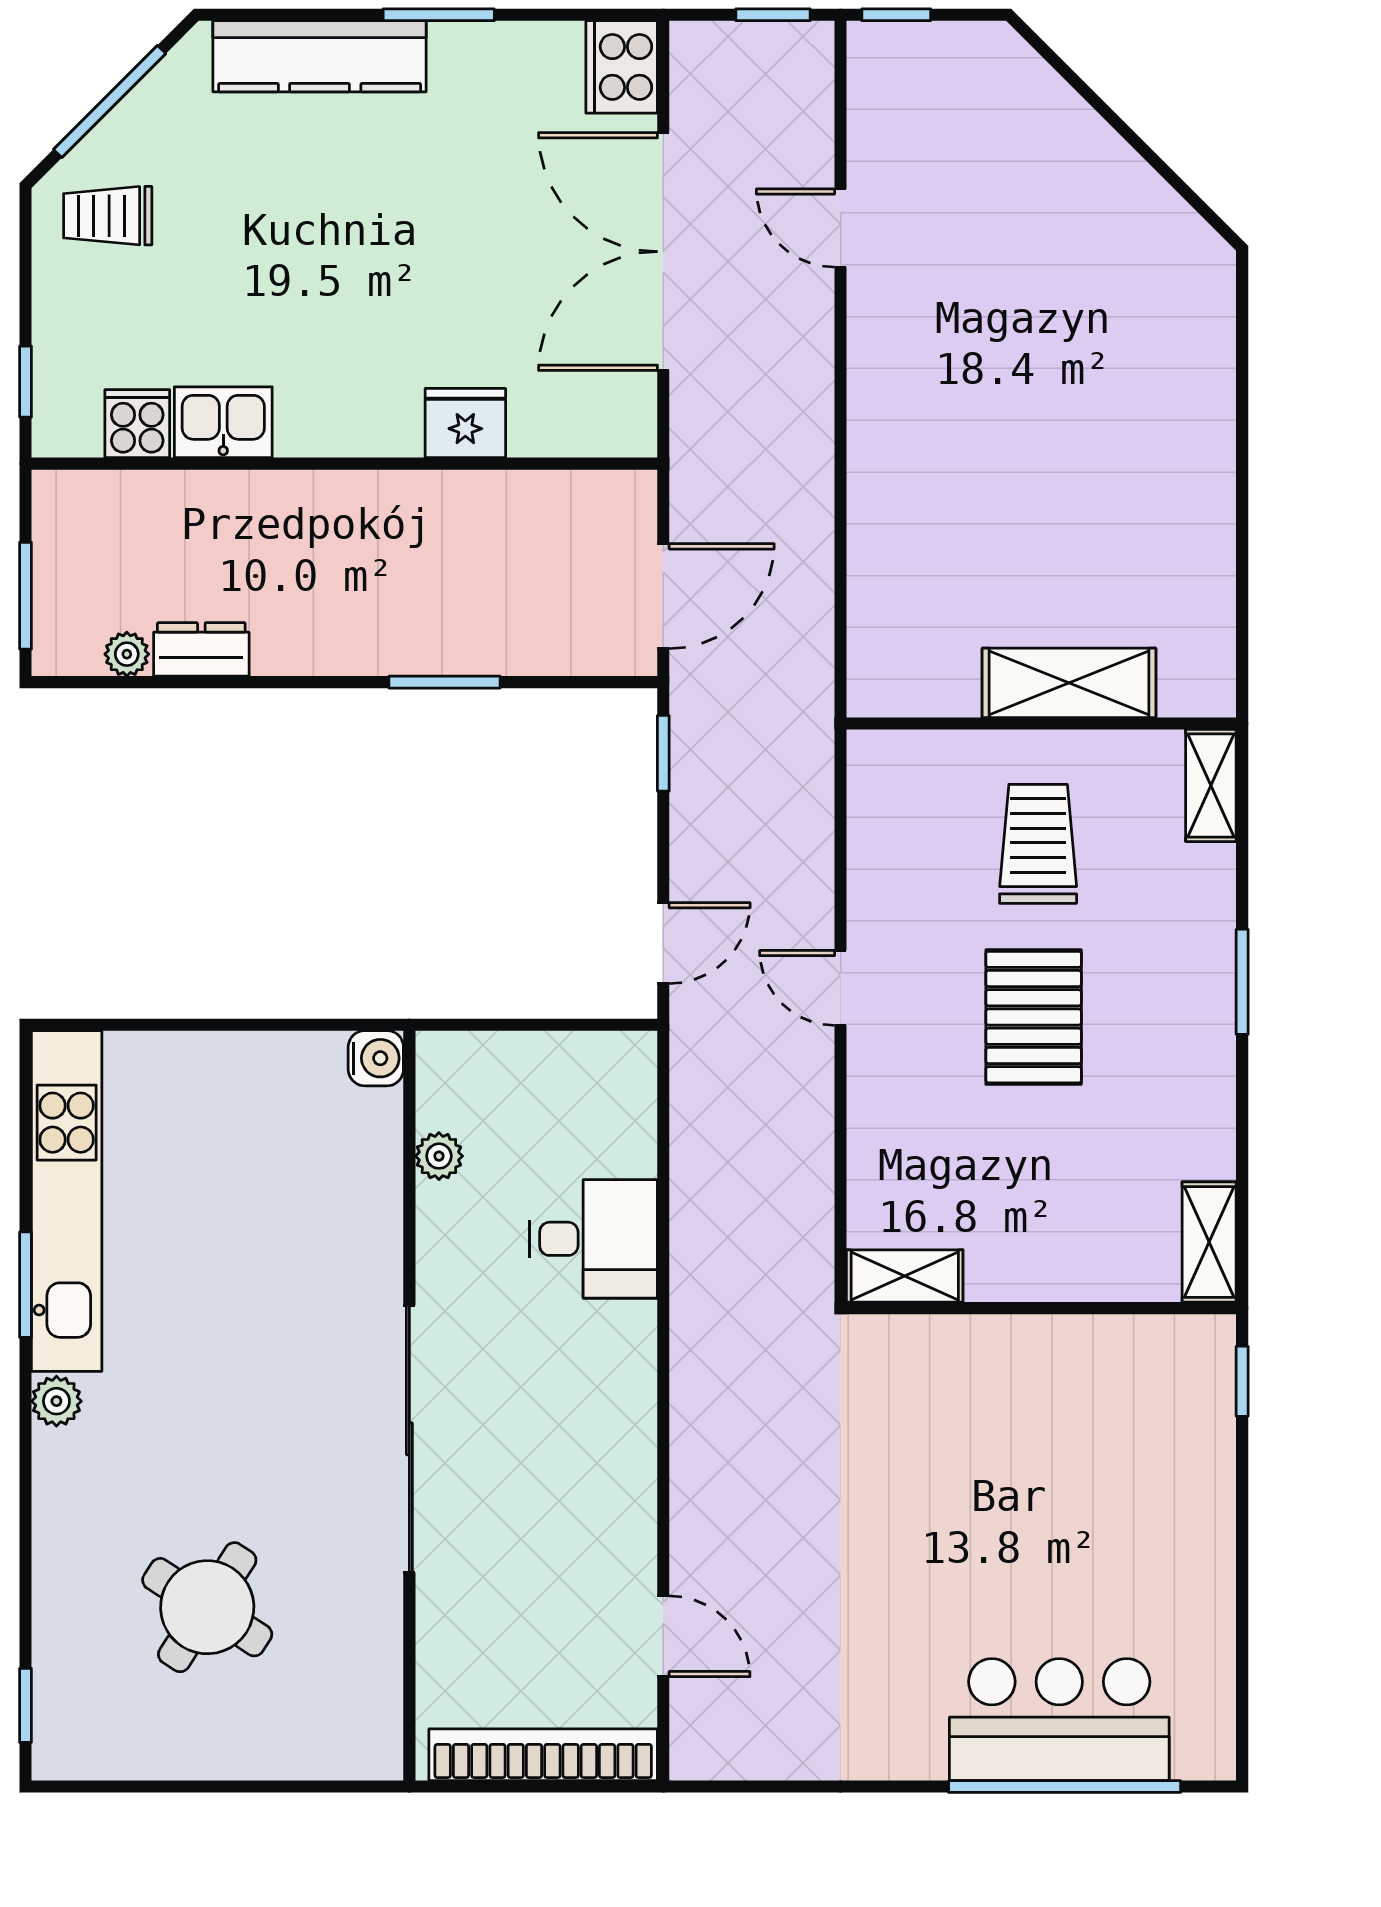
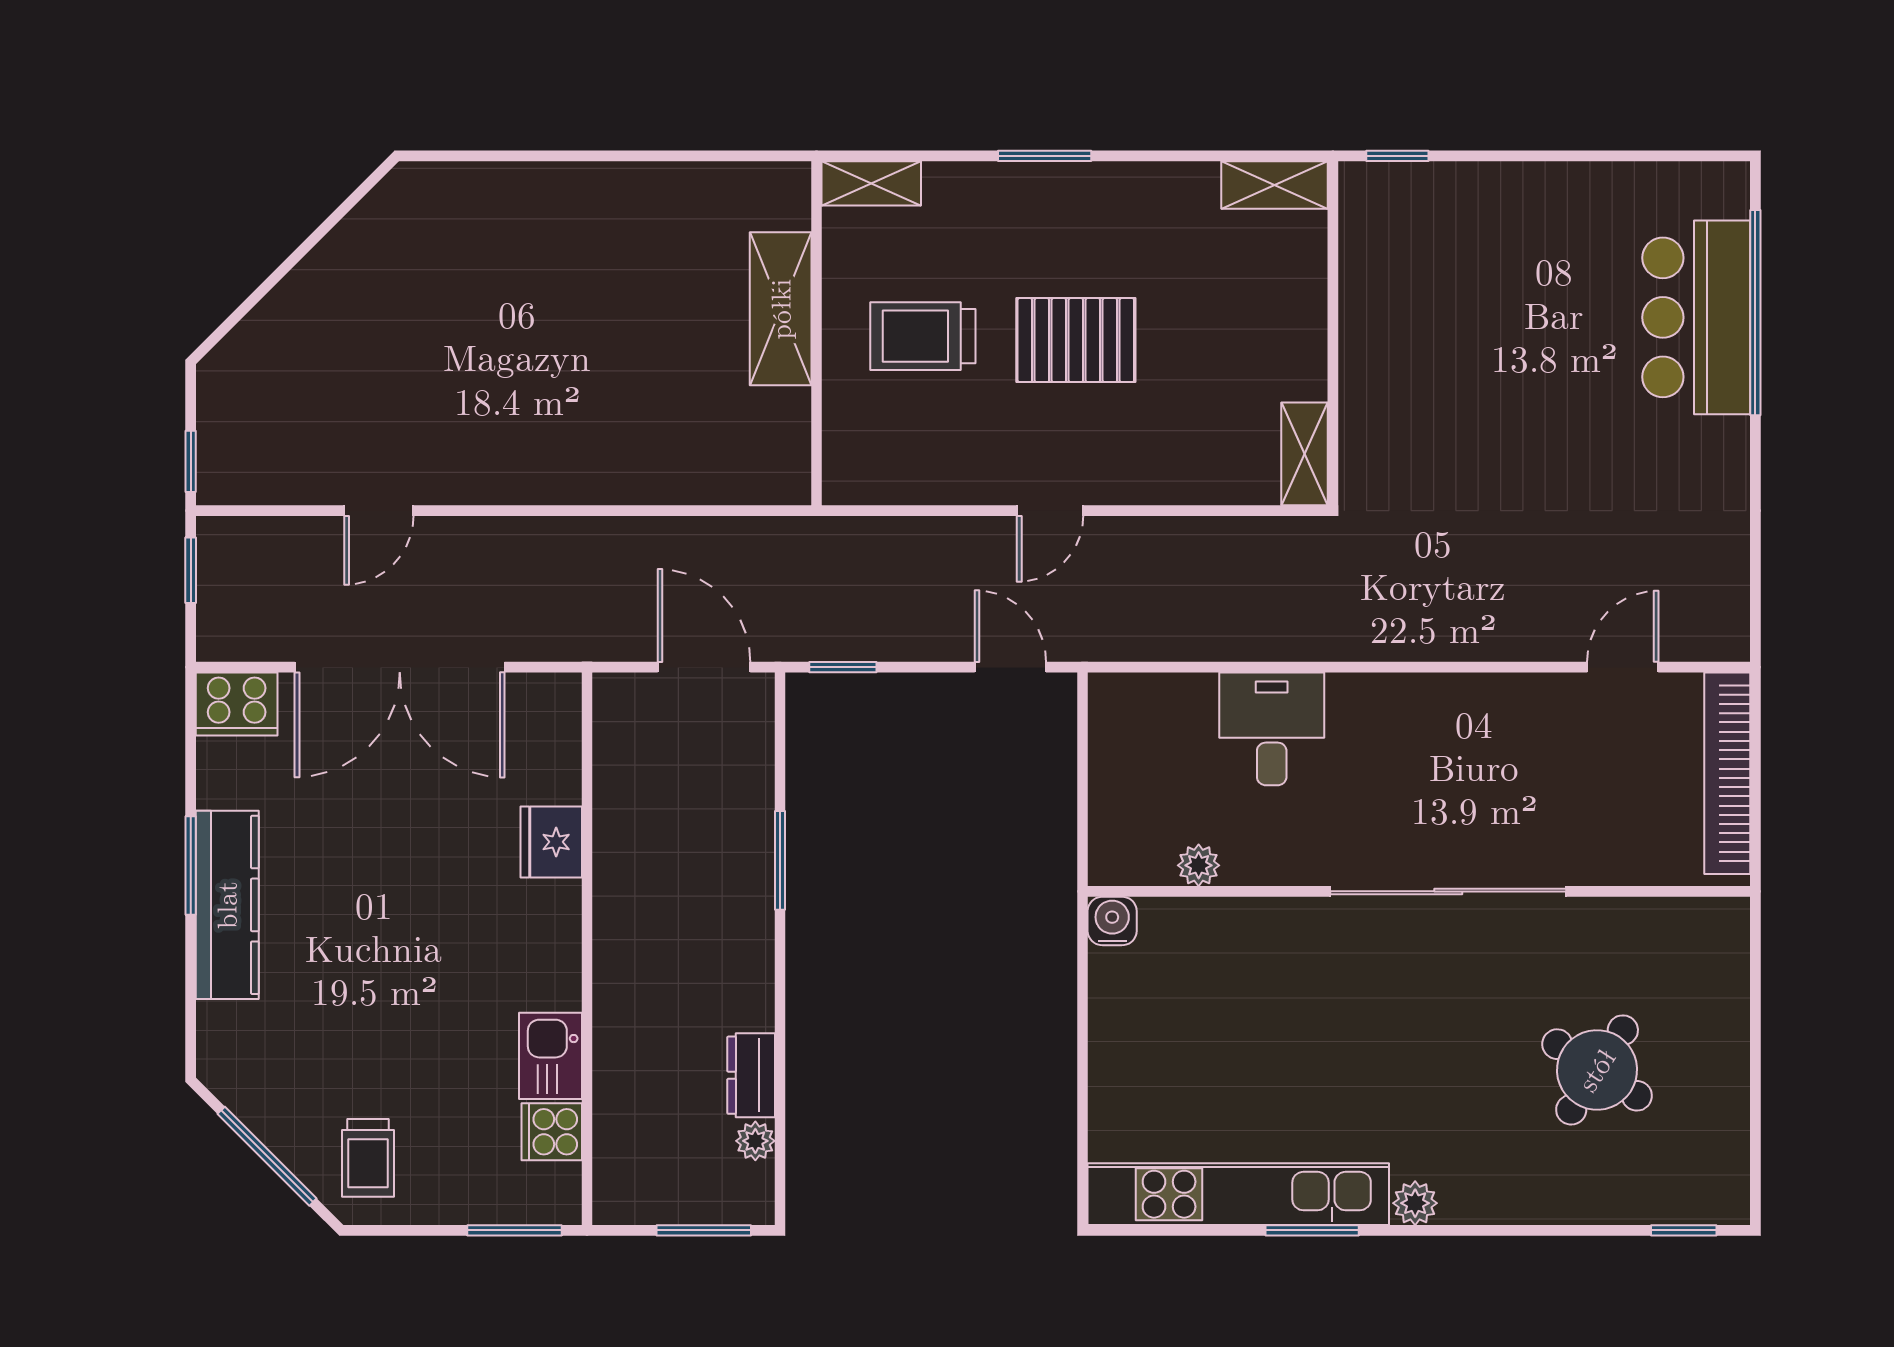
kitchen counter: (320, 56) -> (227, 905), moved
window: (25, 382) -> (515, 1230), width x1.50

